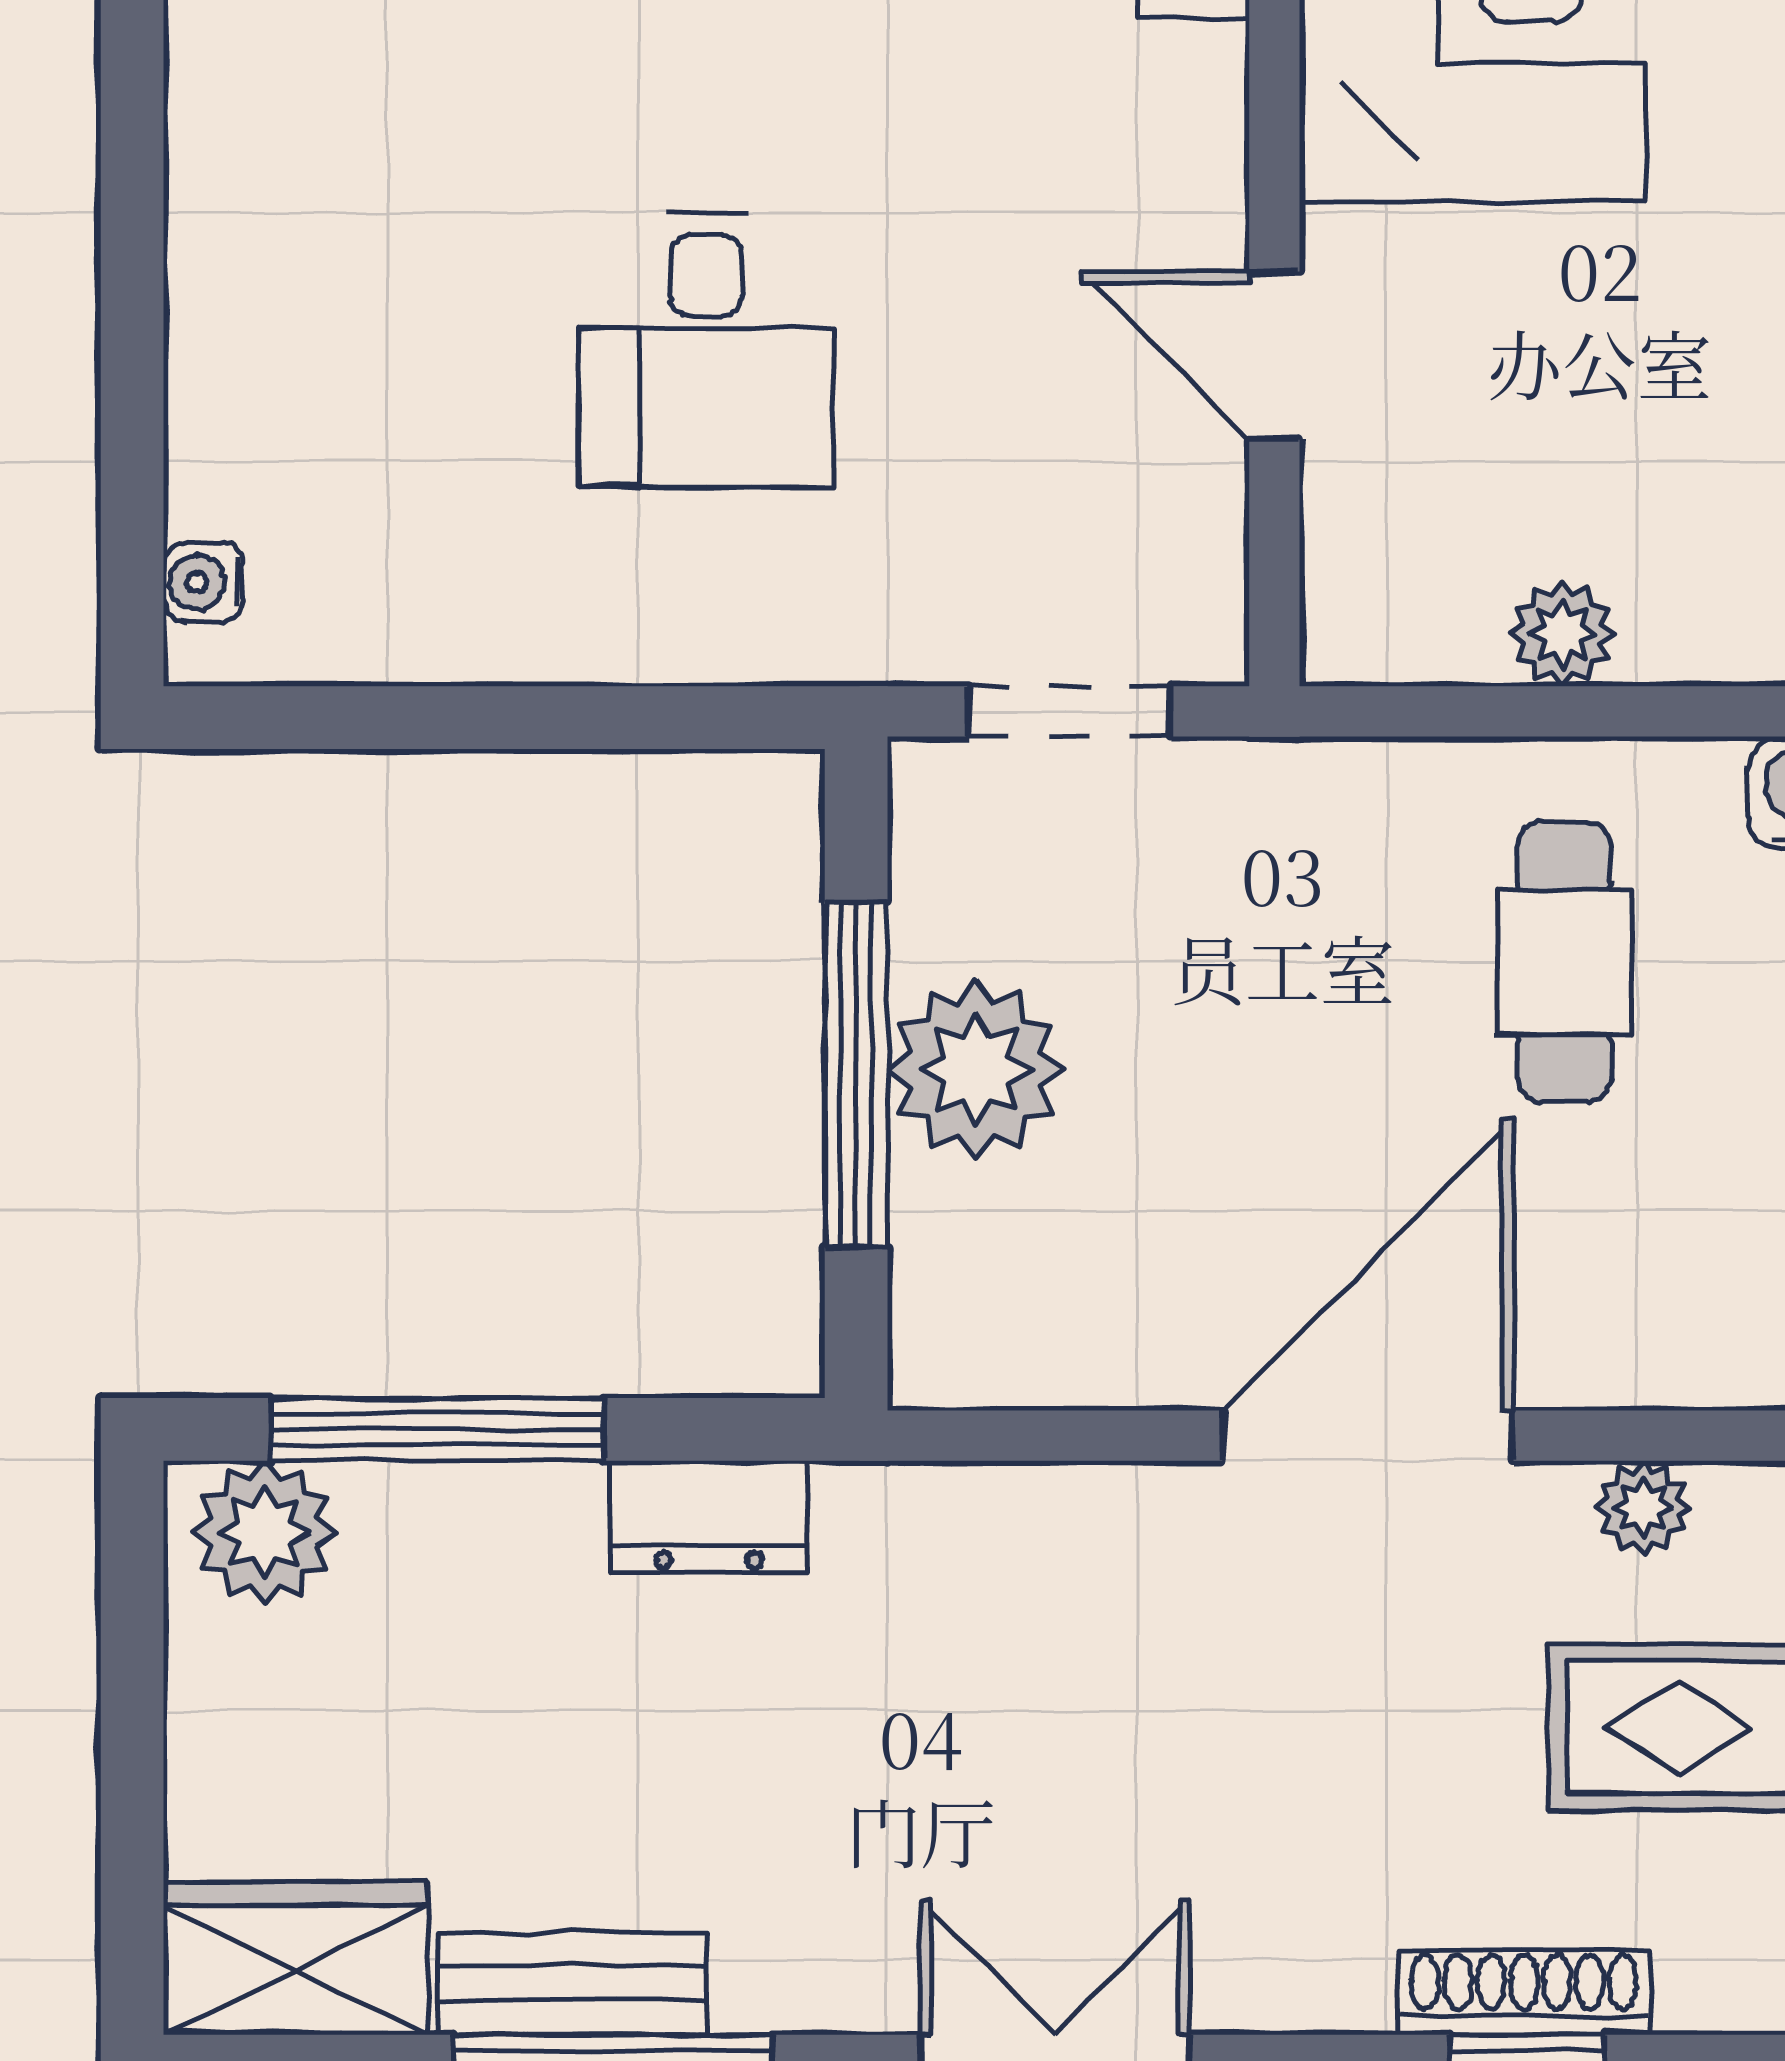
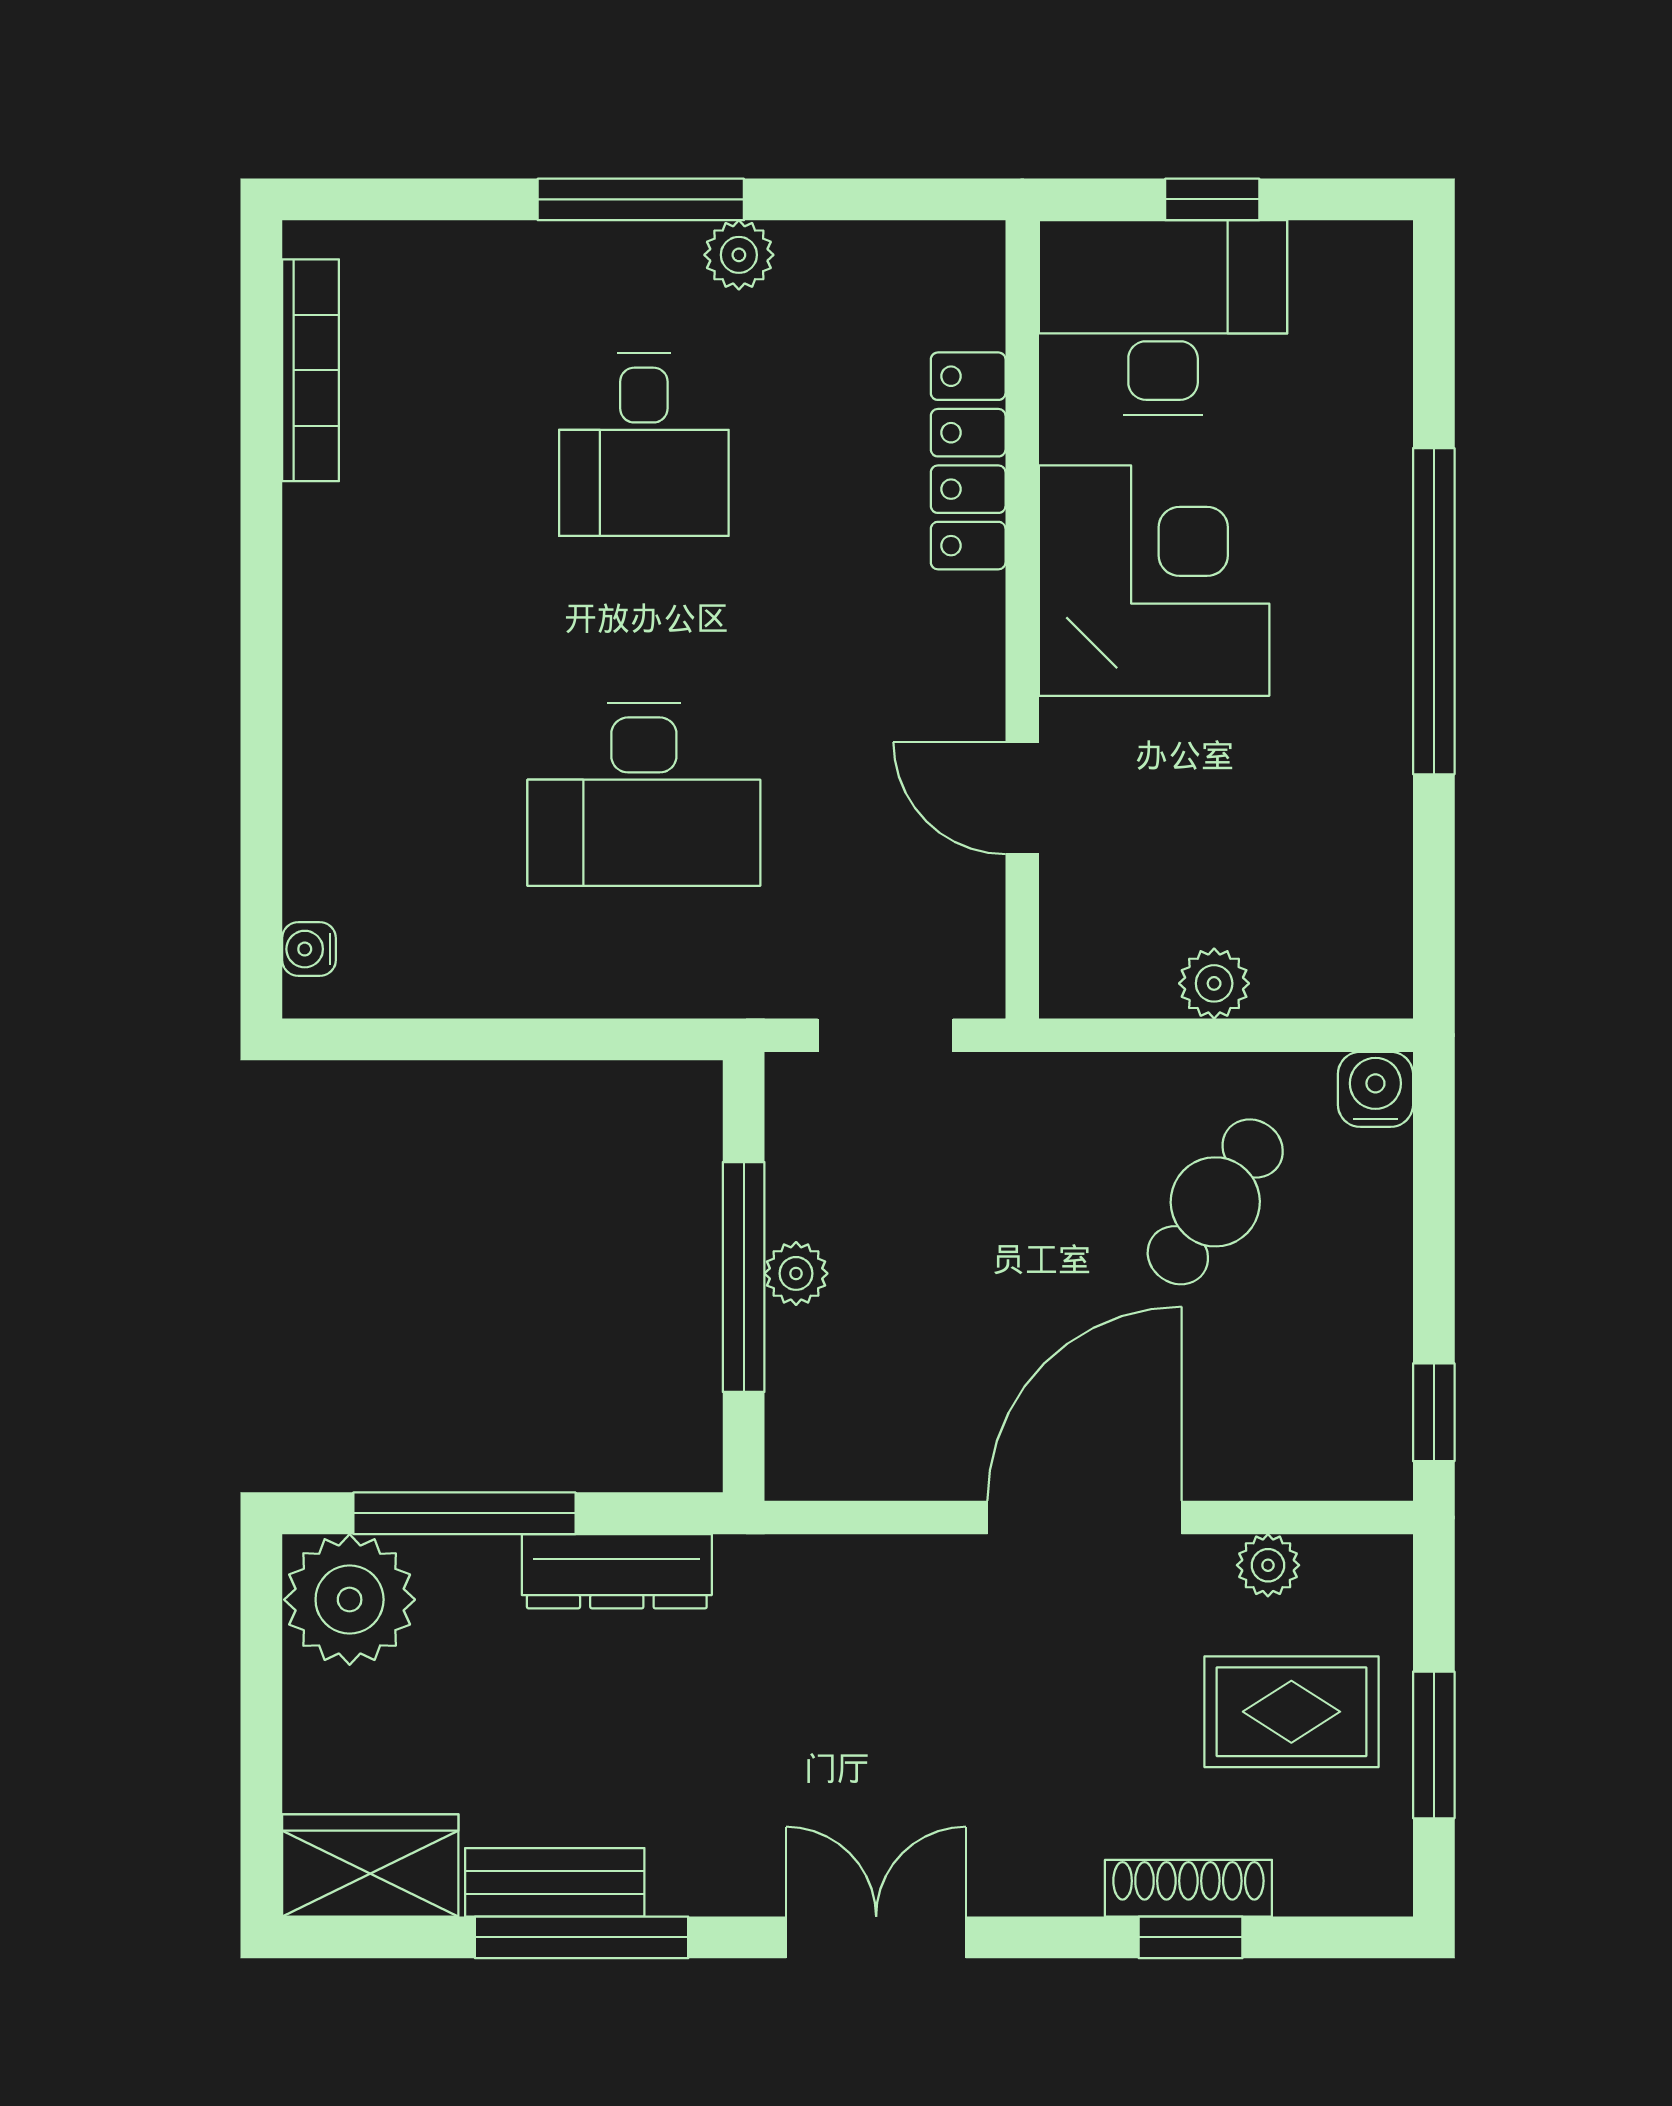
desk: (706, 350) -> (644, 794), width x1.37
cafe table: (1564, 962) -> (1215, 1202), turned 35
plant: (976, 1069) -> (796, 1273), width x0.53, depth x0.53
dresser: (709, 1516) -> (617, 1571), width x1.44
plant: (264, 1533) -> (350, 1600), width x1.36, depth x1.36

